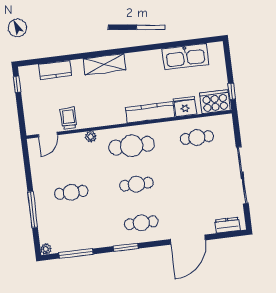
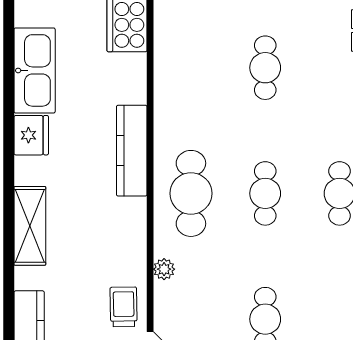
fridge: (185, 107) -> (31, 135), moved, turned 180
trolley: (68, 118) -> (124, 307), turned 89
cafe table: (197, 138) -> (265, 68), moved

